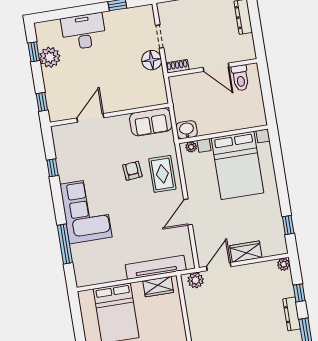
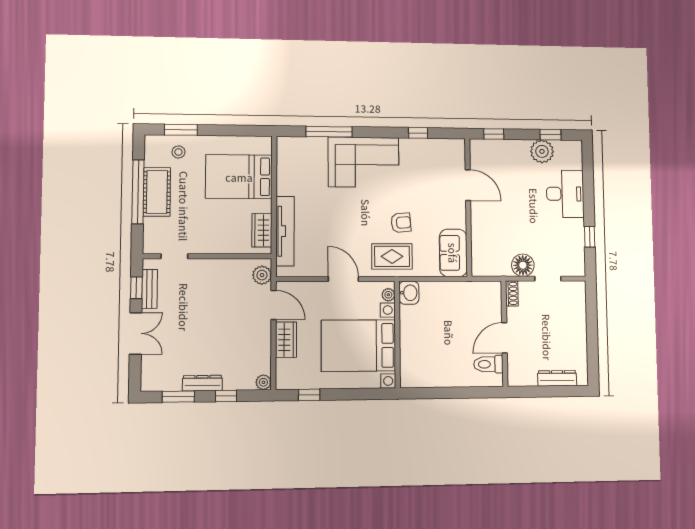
washbasin: (187, 130) -> (409, 293), moved
wall: (223, 134) -> (397, 334), moved
plant: (191, 147) -> (388, 295), moved
bed with nightstands: (238, 165) -> (358, 346), moved

